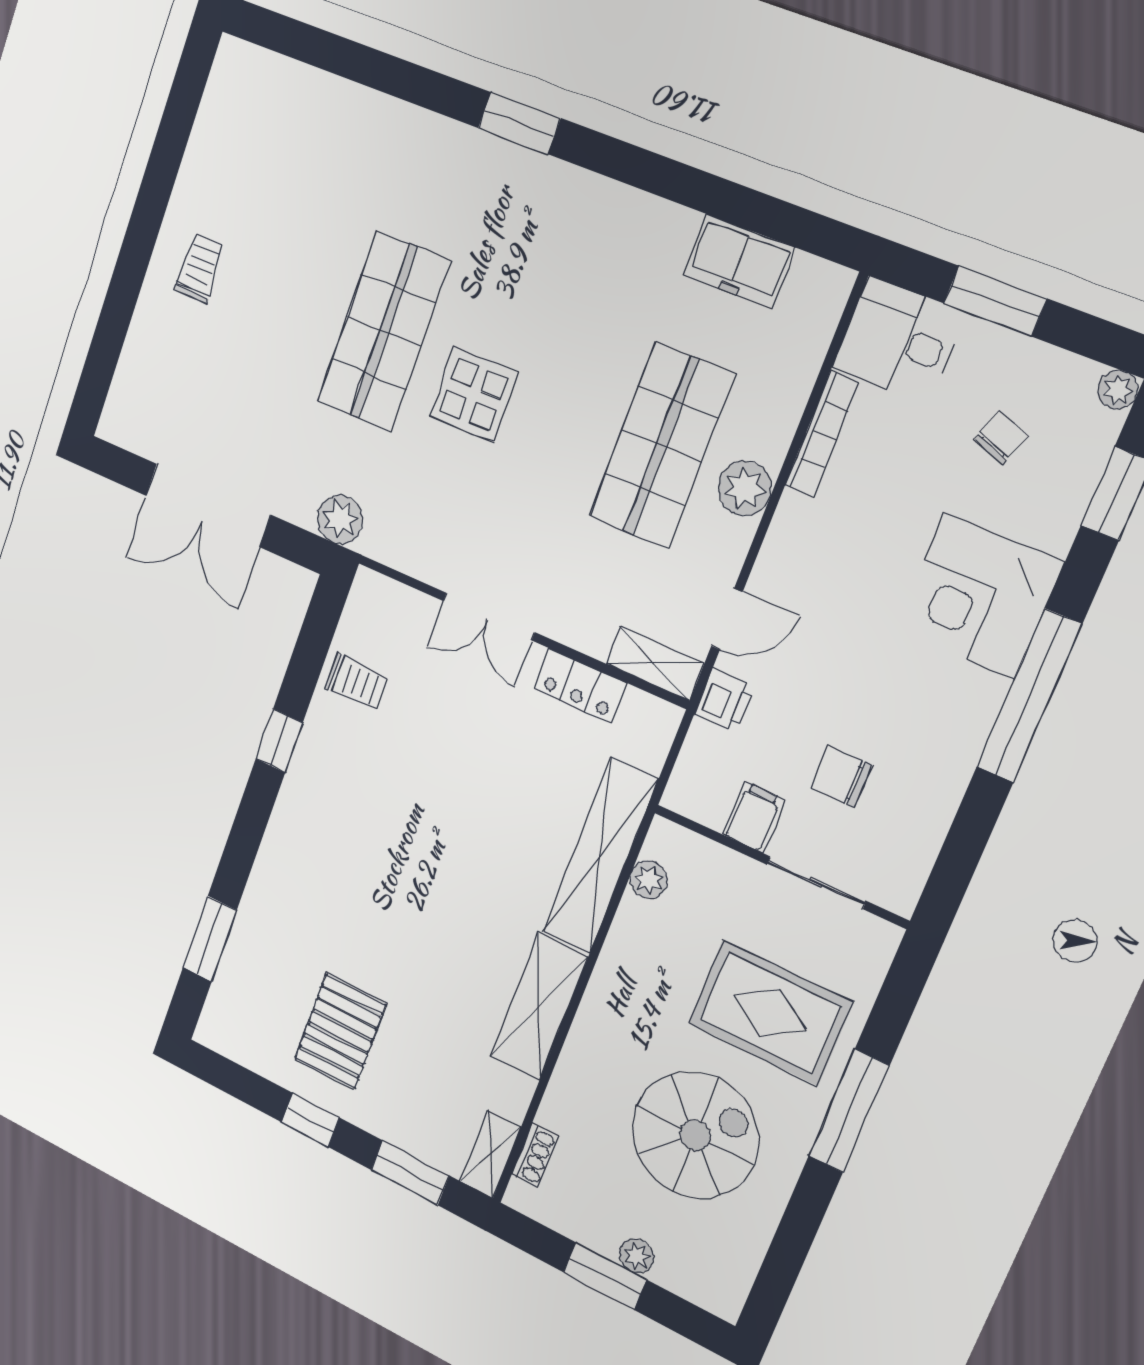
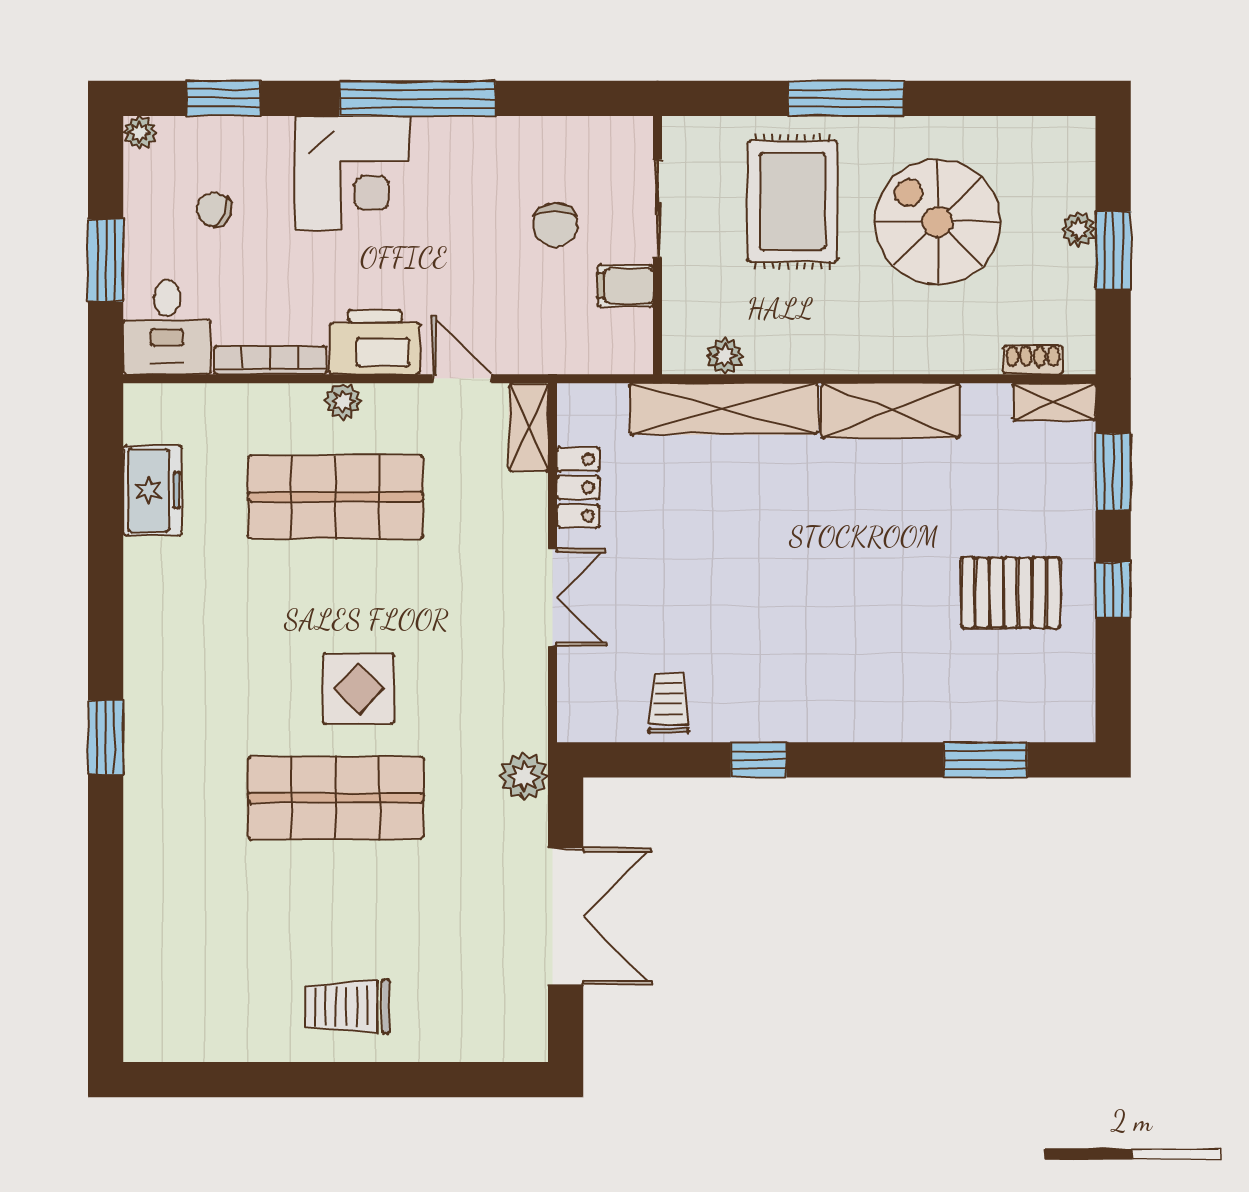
trolley: (200, 268) -> (347, 1006), width x1.36, depth x1.39
plant: (745, 488) -> (343, 401), width x0.73, depth x0.73
printer: (725, 700) -> (375, 342), moved, width x1.87, depth x1.48

